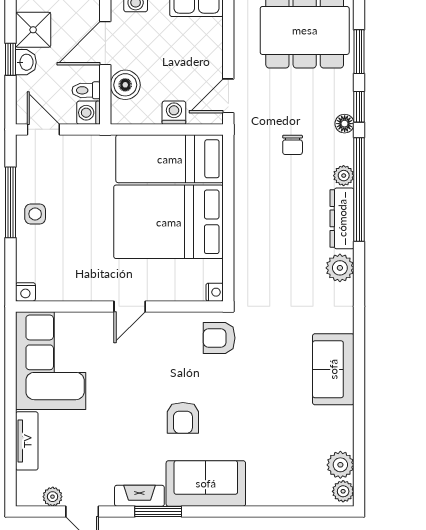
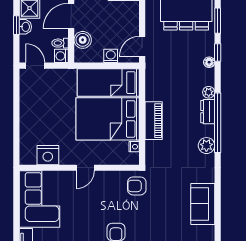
chair: (293, 145) -> (179, 75), removed
window: (359, 190) -> (218, 123), moved
window: (10, 202) -> (16, 108), removed
side table: (35, 214) -> (31, 114), removed
dresser: (342, 218) -> (208, 112), width x0.70
piano: (248, 225) -> (154, 121), added
nightstand: (25, 292) -> (48, 155), moved, width x1.89, depth x1.79
nightstand: (215, 292) -> (134, 147), moved

